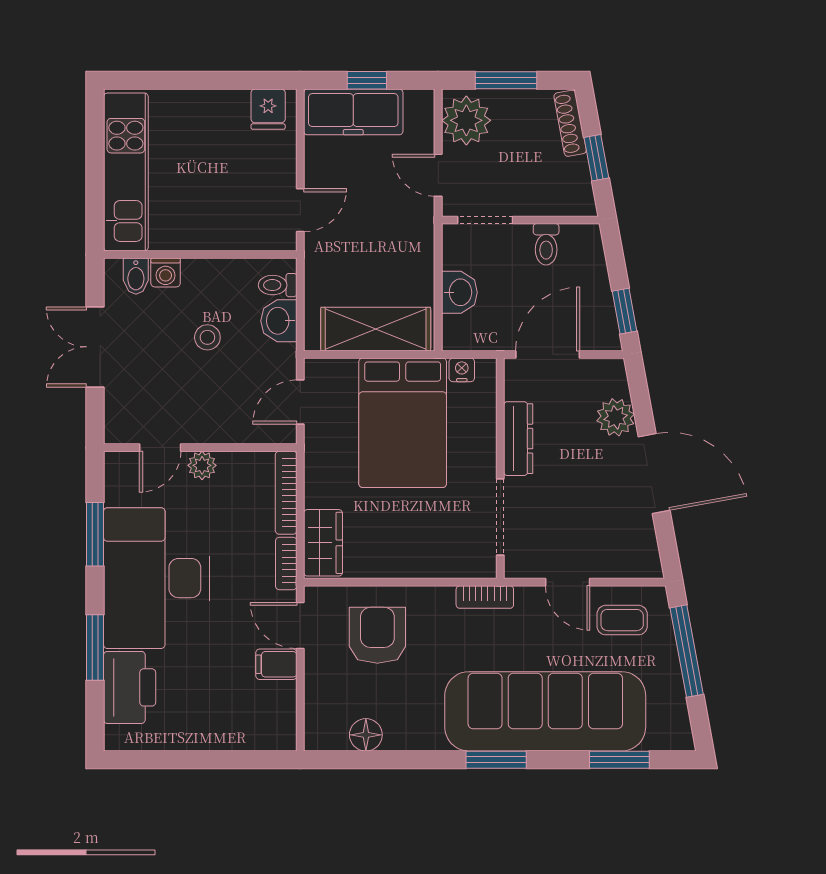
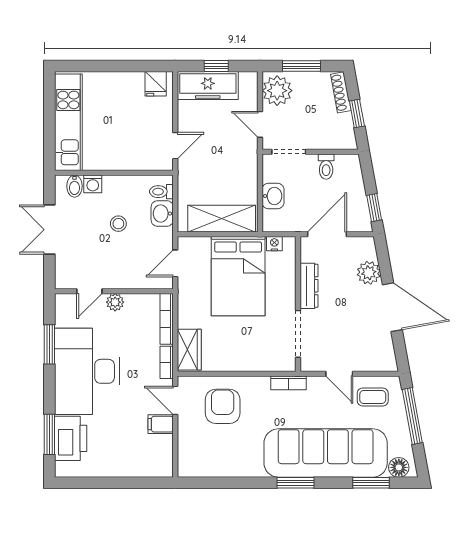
window: (95, 648) -> (49, 434), moved
floor lamp: (366, 735) -> (399, 467), moved

